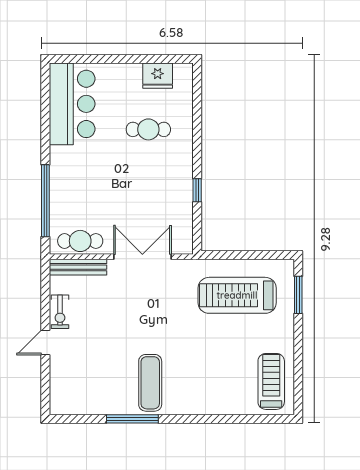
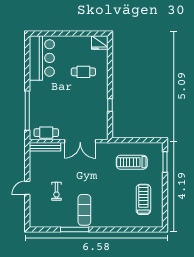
fridge: (158, 76) -> (100, 43), moved
double door: (142, 257) -> (80, 141), swing flipped
treadmill: (237, 295) -> (132, 162), width x0.73, depth x0.73
exercise bike: (60, 312) -> (57, 191), moved
treadmill: (271, 381) -> (143, 199), moved

